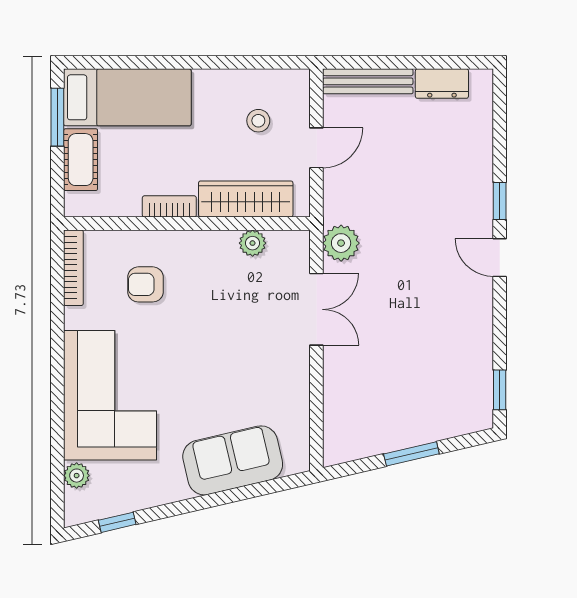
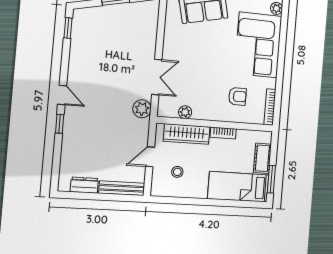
double door: (316, 309) -> (157, 77), swing flipped

